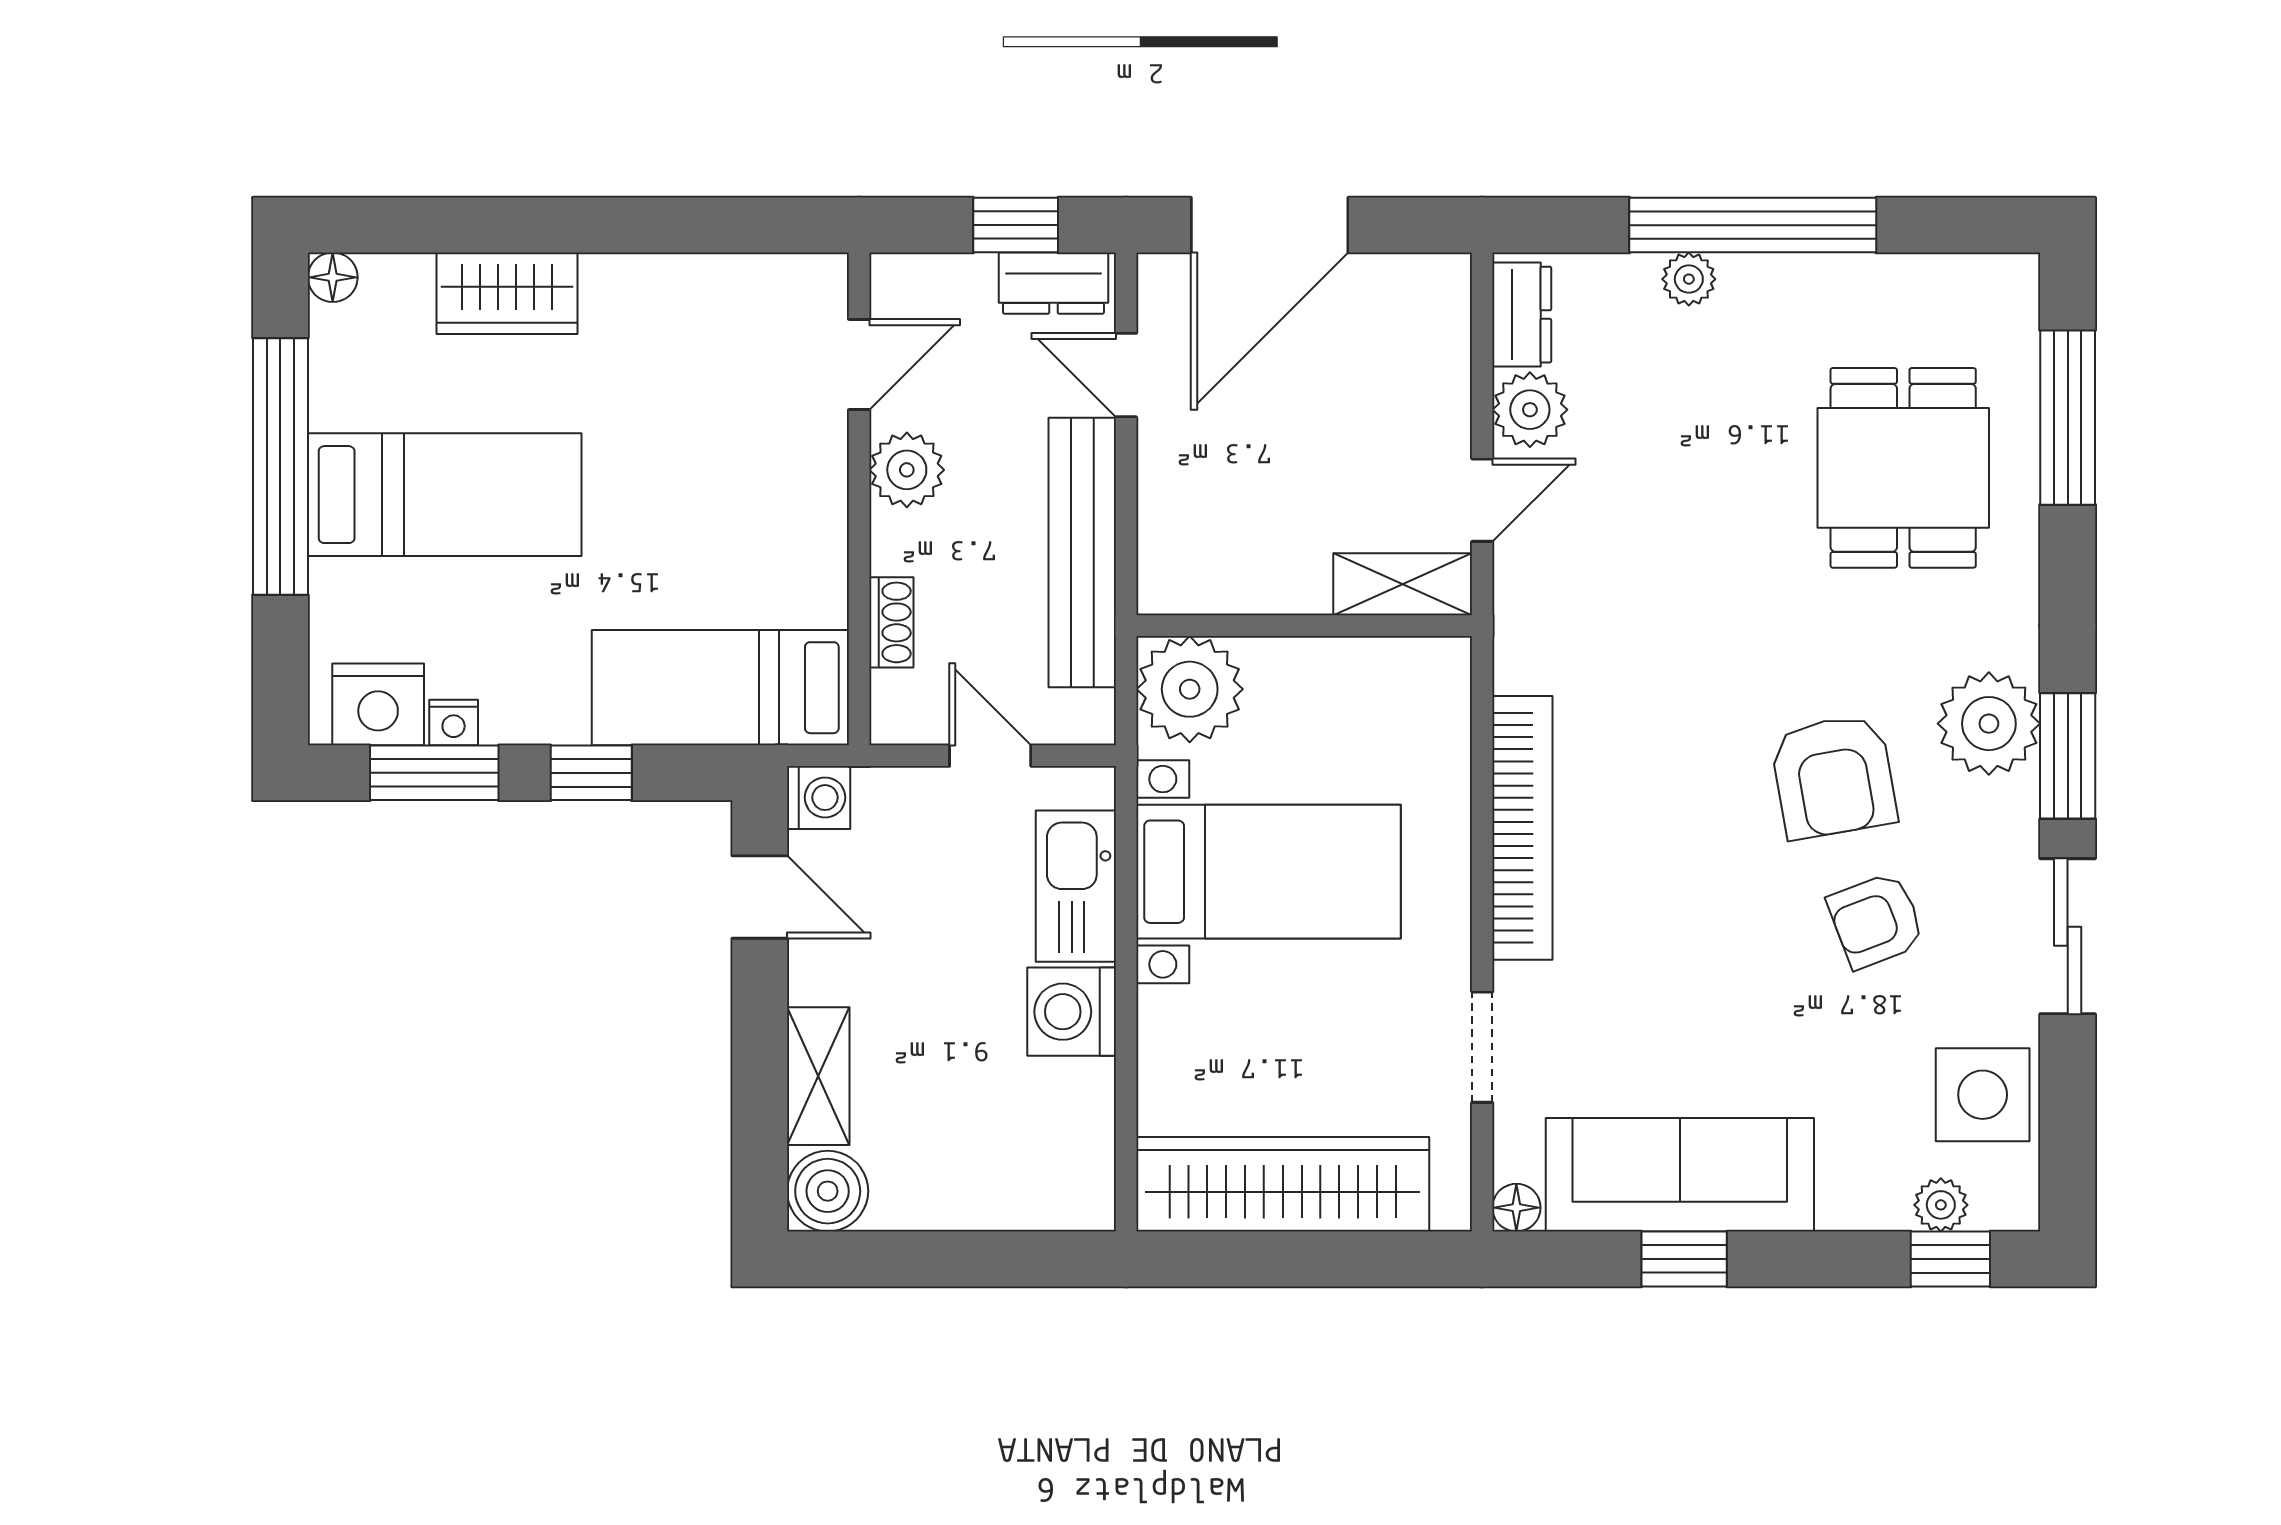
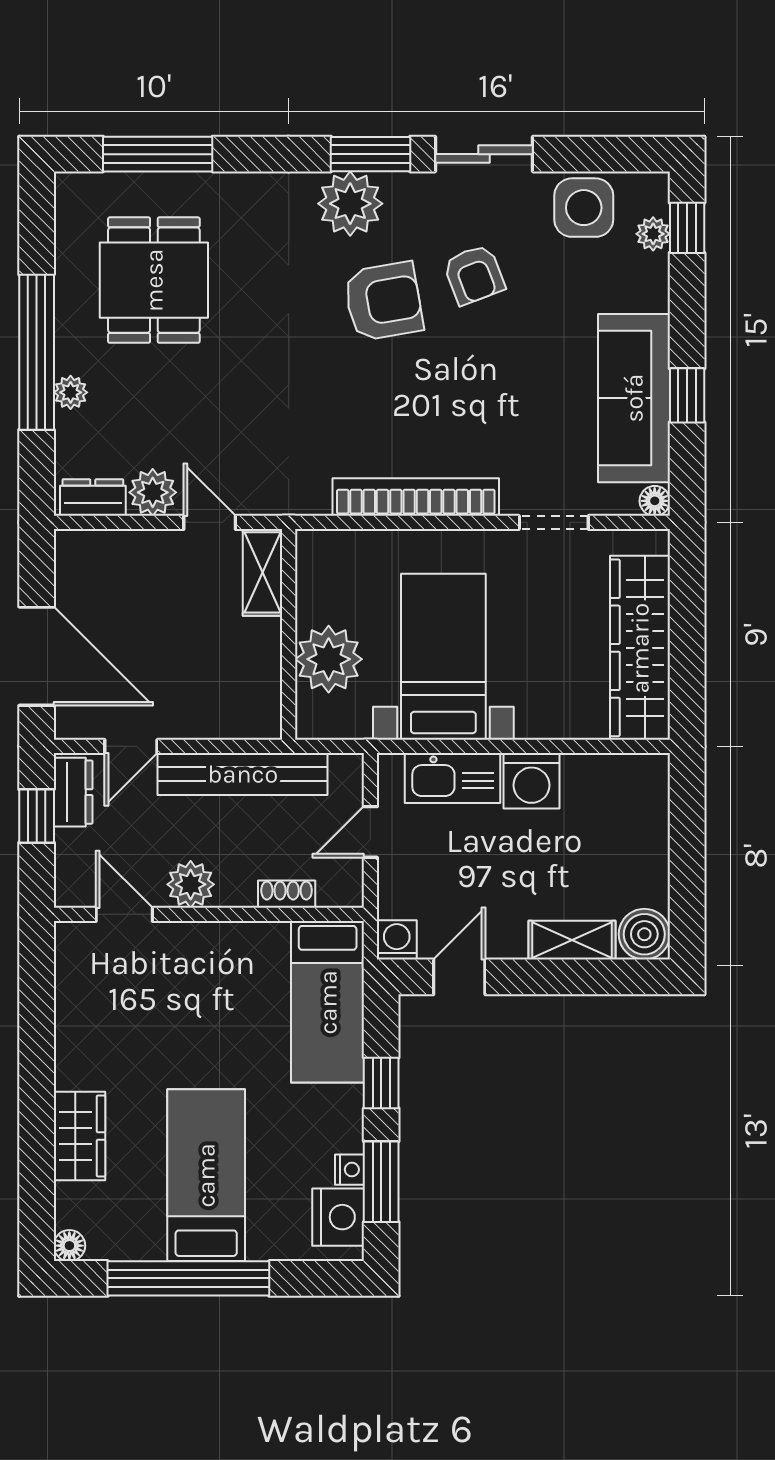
dining table: (1903, 468) -> (154, 280), moved, turned 90
plant: (1190, 689) -> (329, 659), moved

